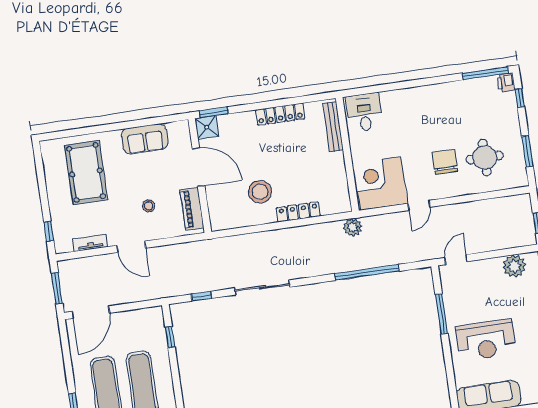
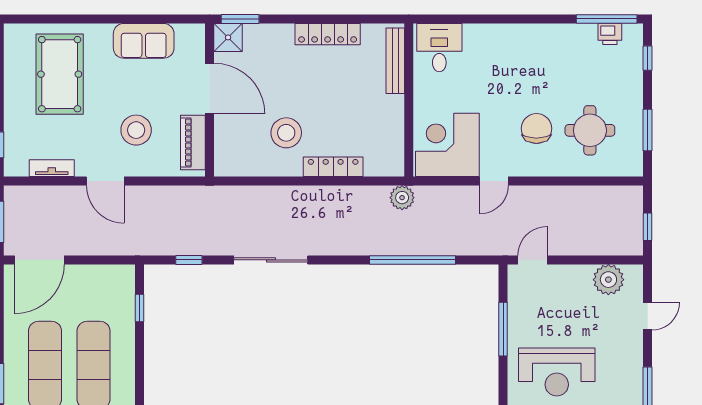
printer: (506, 82) -> (610, 34), moved, turned -90
stool: (149, 206) -> (136, 130), width x1.89, depth x1.89

